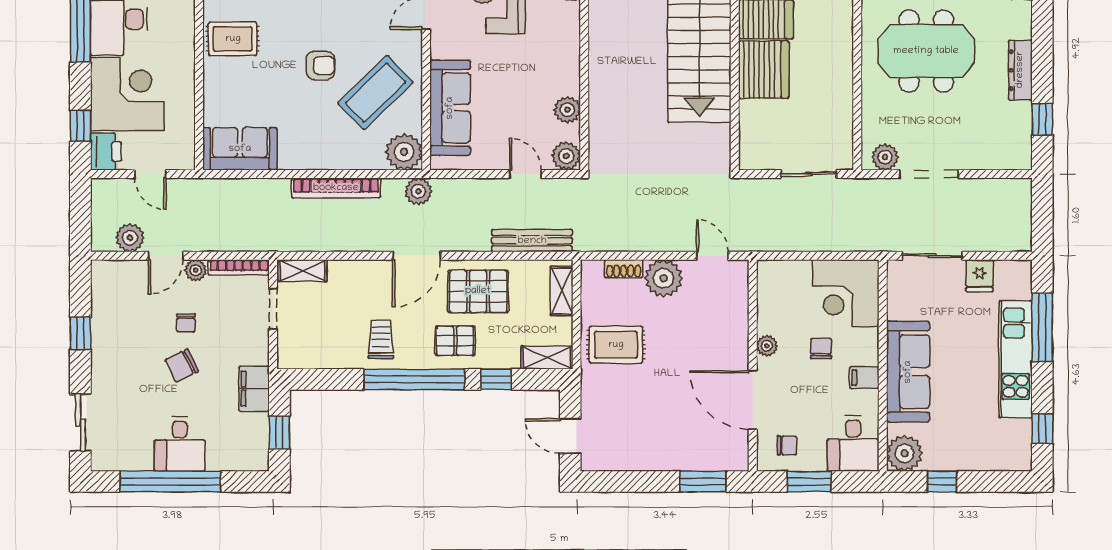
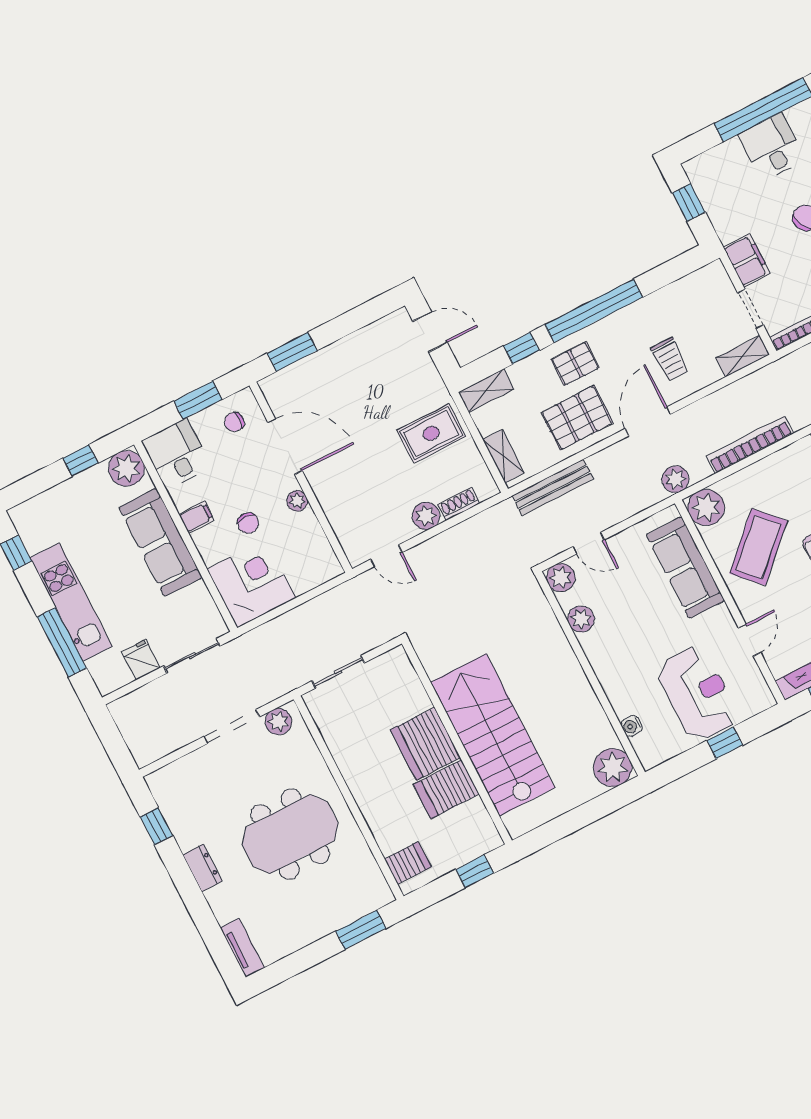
dresser: (1020, 70) -> (202, 868), width x0.70
plant: (663, 278) -> (426, 516), width x0.73, depth x0.73
trolley: (381, 339) -> (670, 359), moved
filing cabinet: (254, 389) -> (747, 260), moved

